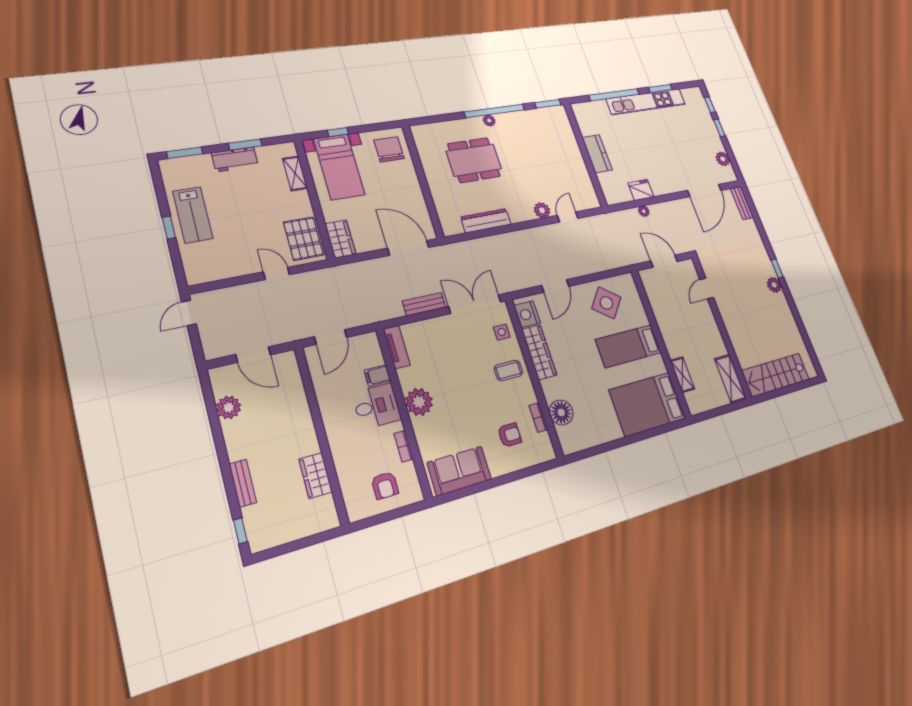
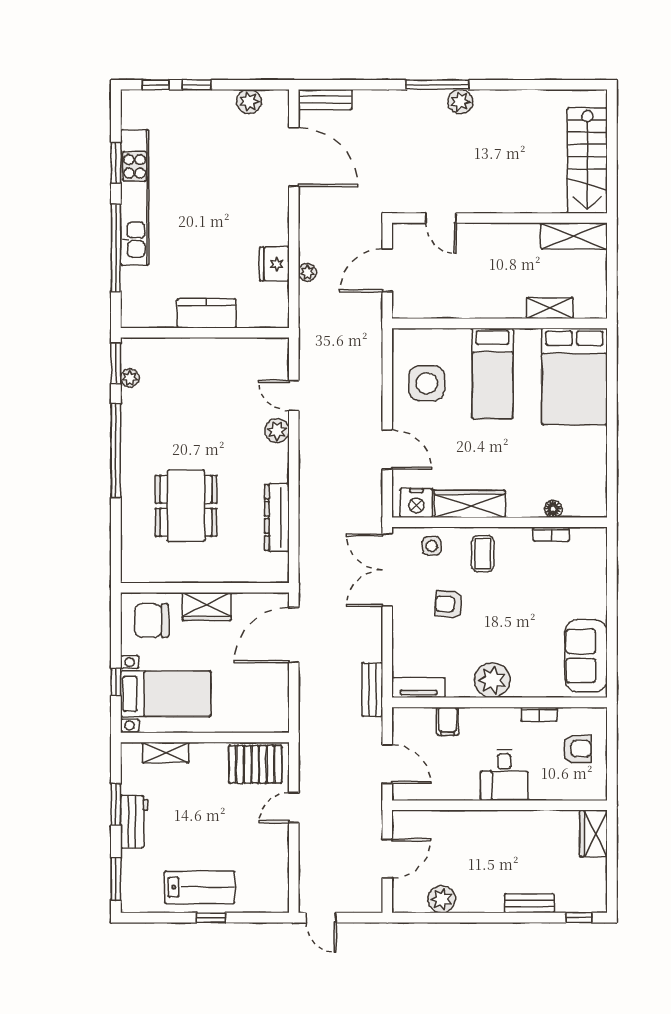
plant: (489, 121) -> (130, 378), moved
wardrobe: (340, 239) -> (207, 606), moved, turned 180
window: (777, 269) -> (437, 85), width x2.17
side table: (606, 303) -> (427, 383), turned -38
bench: (424, 304) -> (372, 689), moved
desk: (377, 406) -> (504, 775), moved, turned 180
floor lamp: (561, 412) -> (553, 509), width x0.53, depth x0.53
armchair: (510, 435) -> (449, 604), moved, turned -86
wardrobe: (316, 475) -> (594, 833), moved, turned 90

